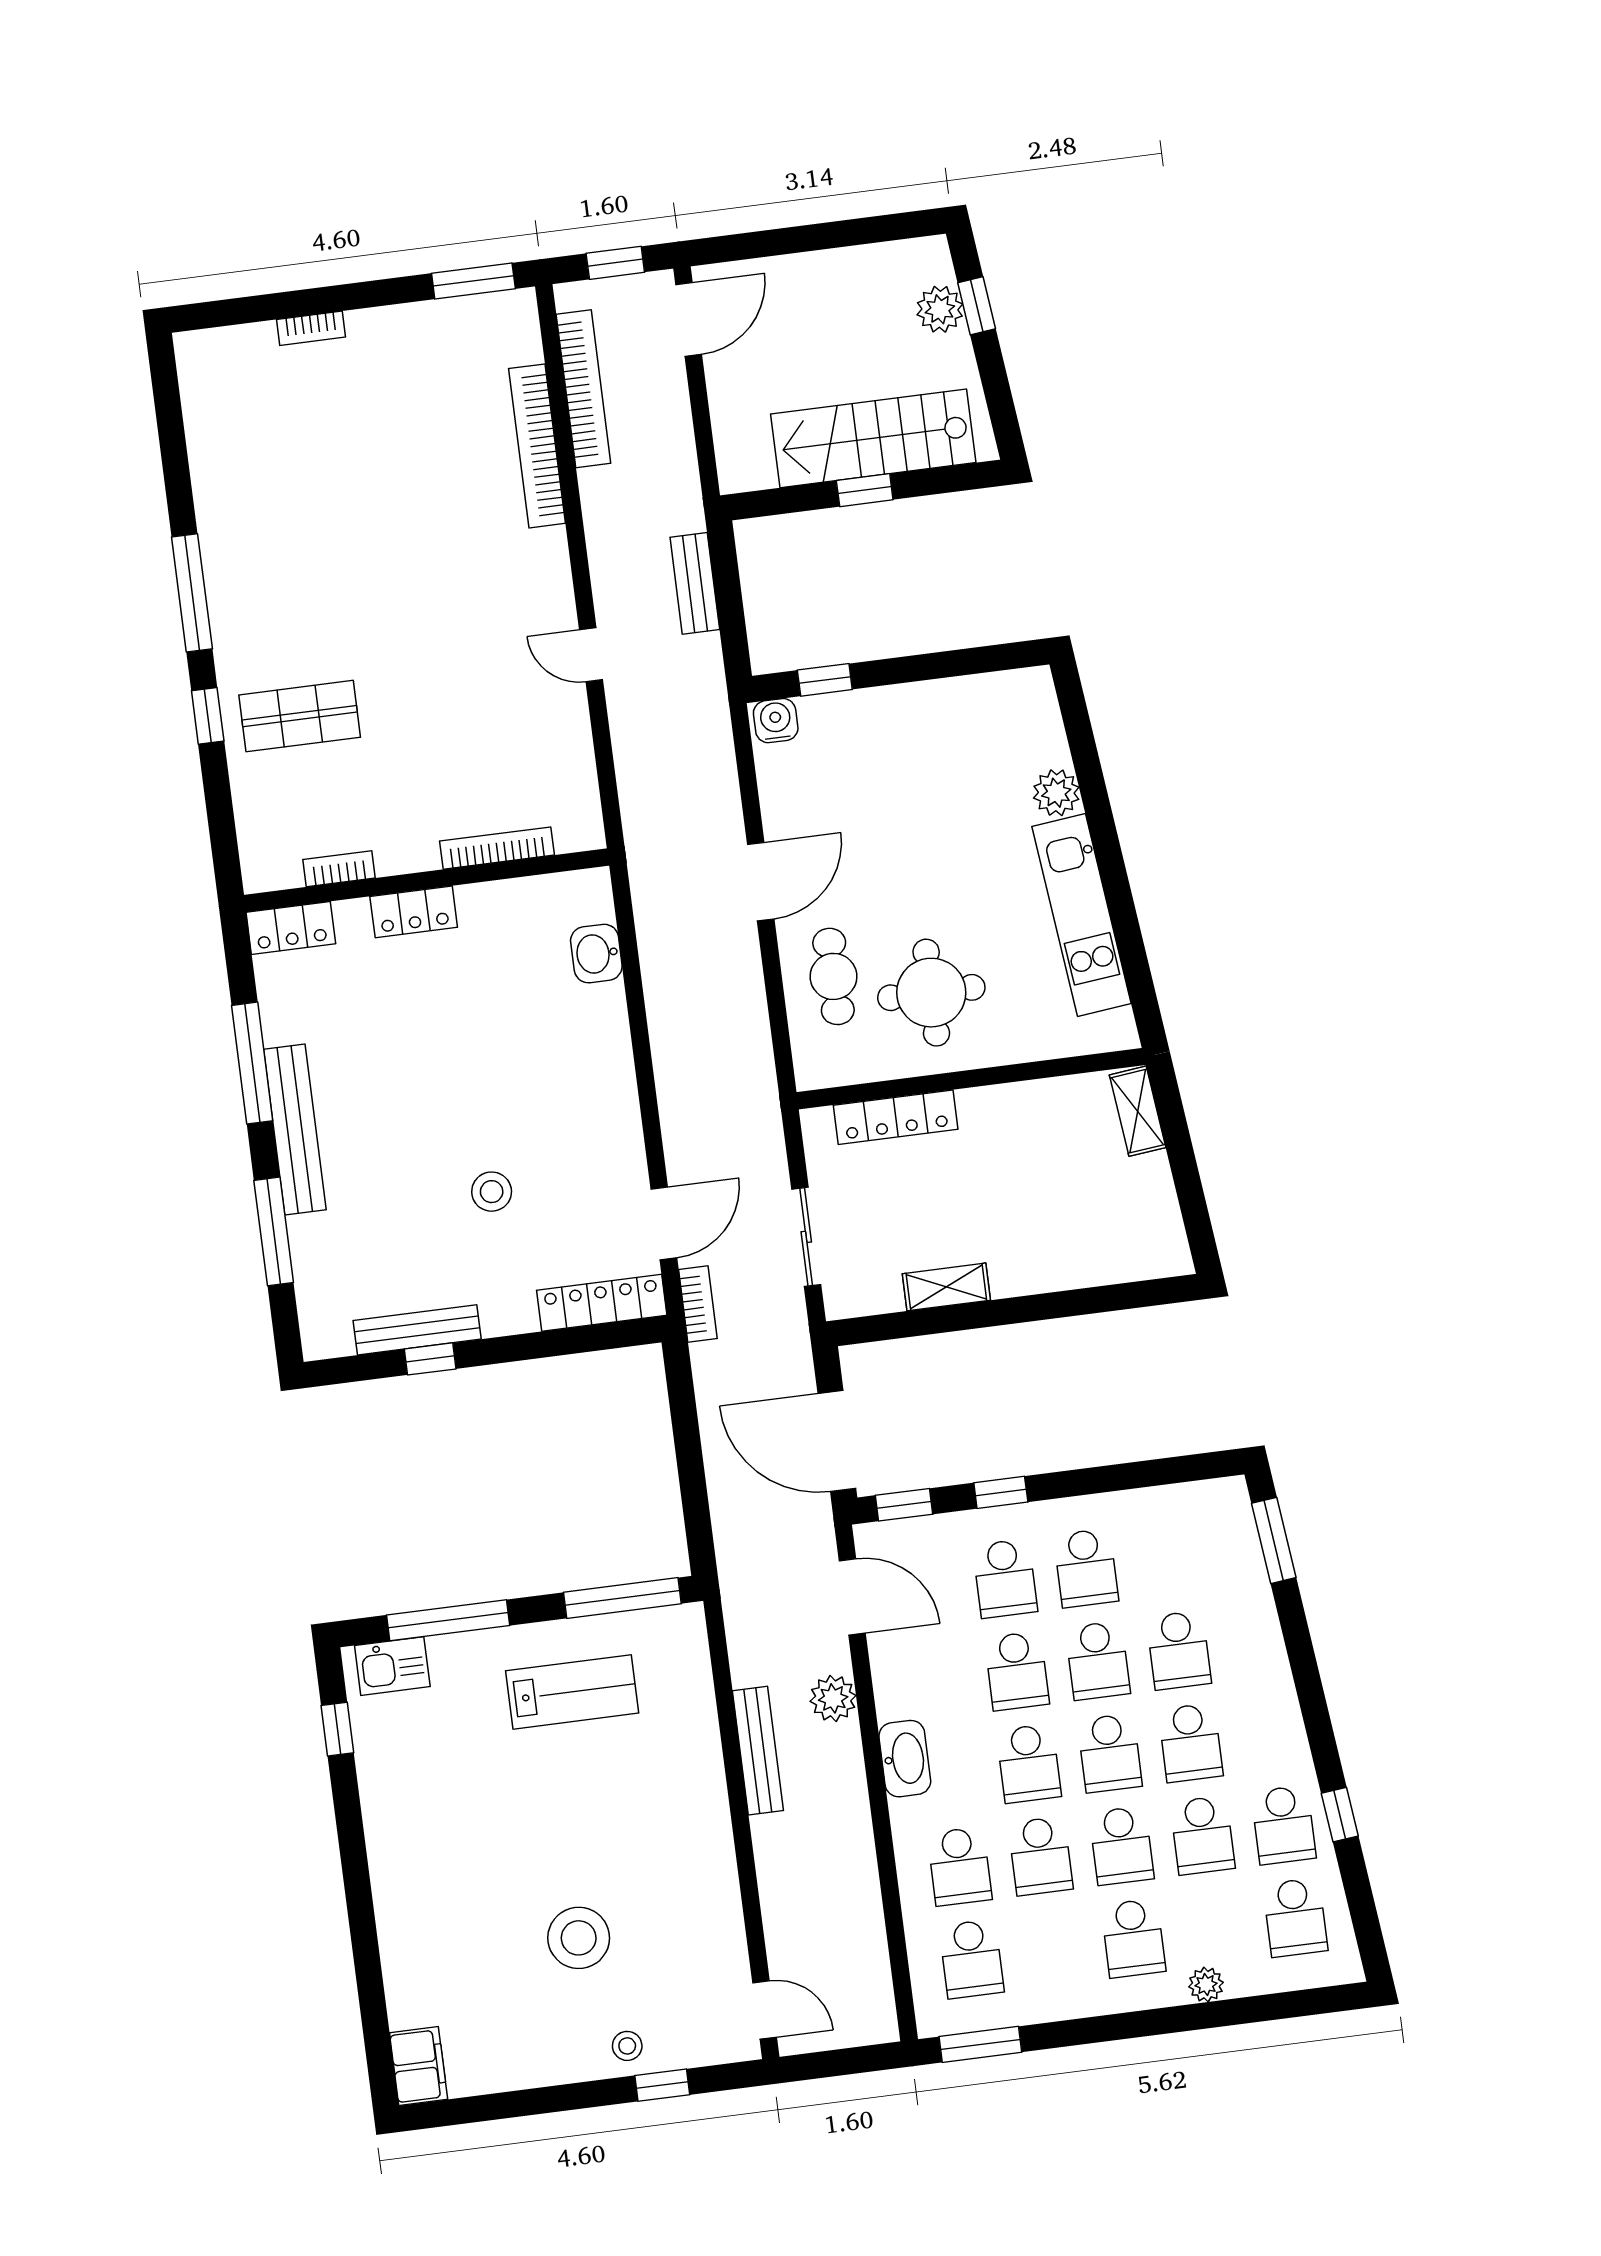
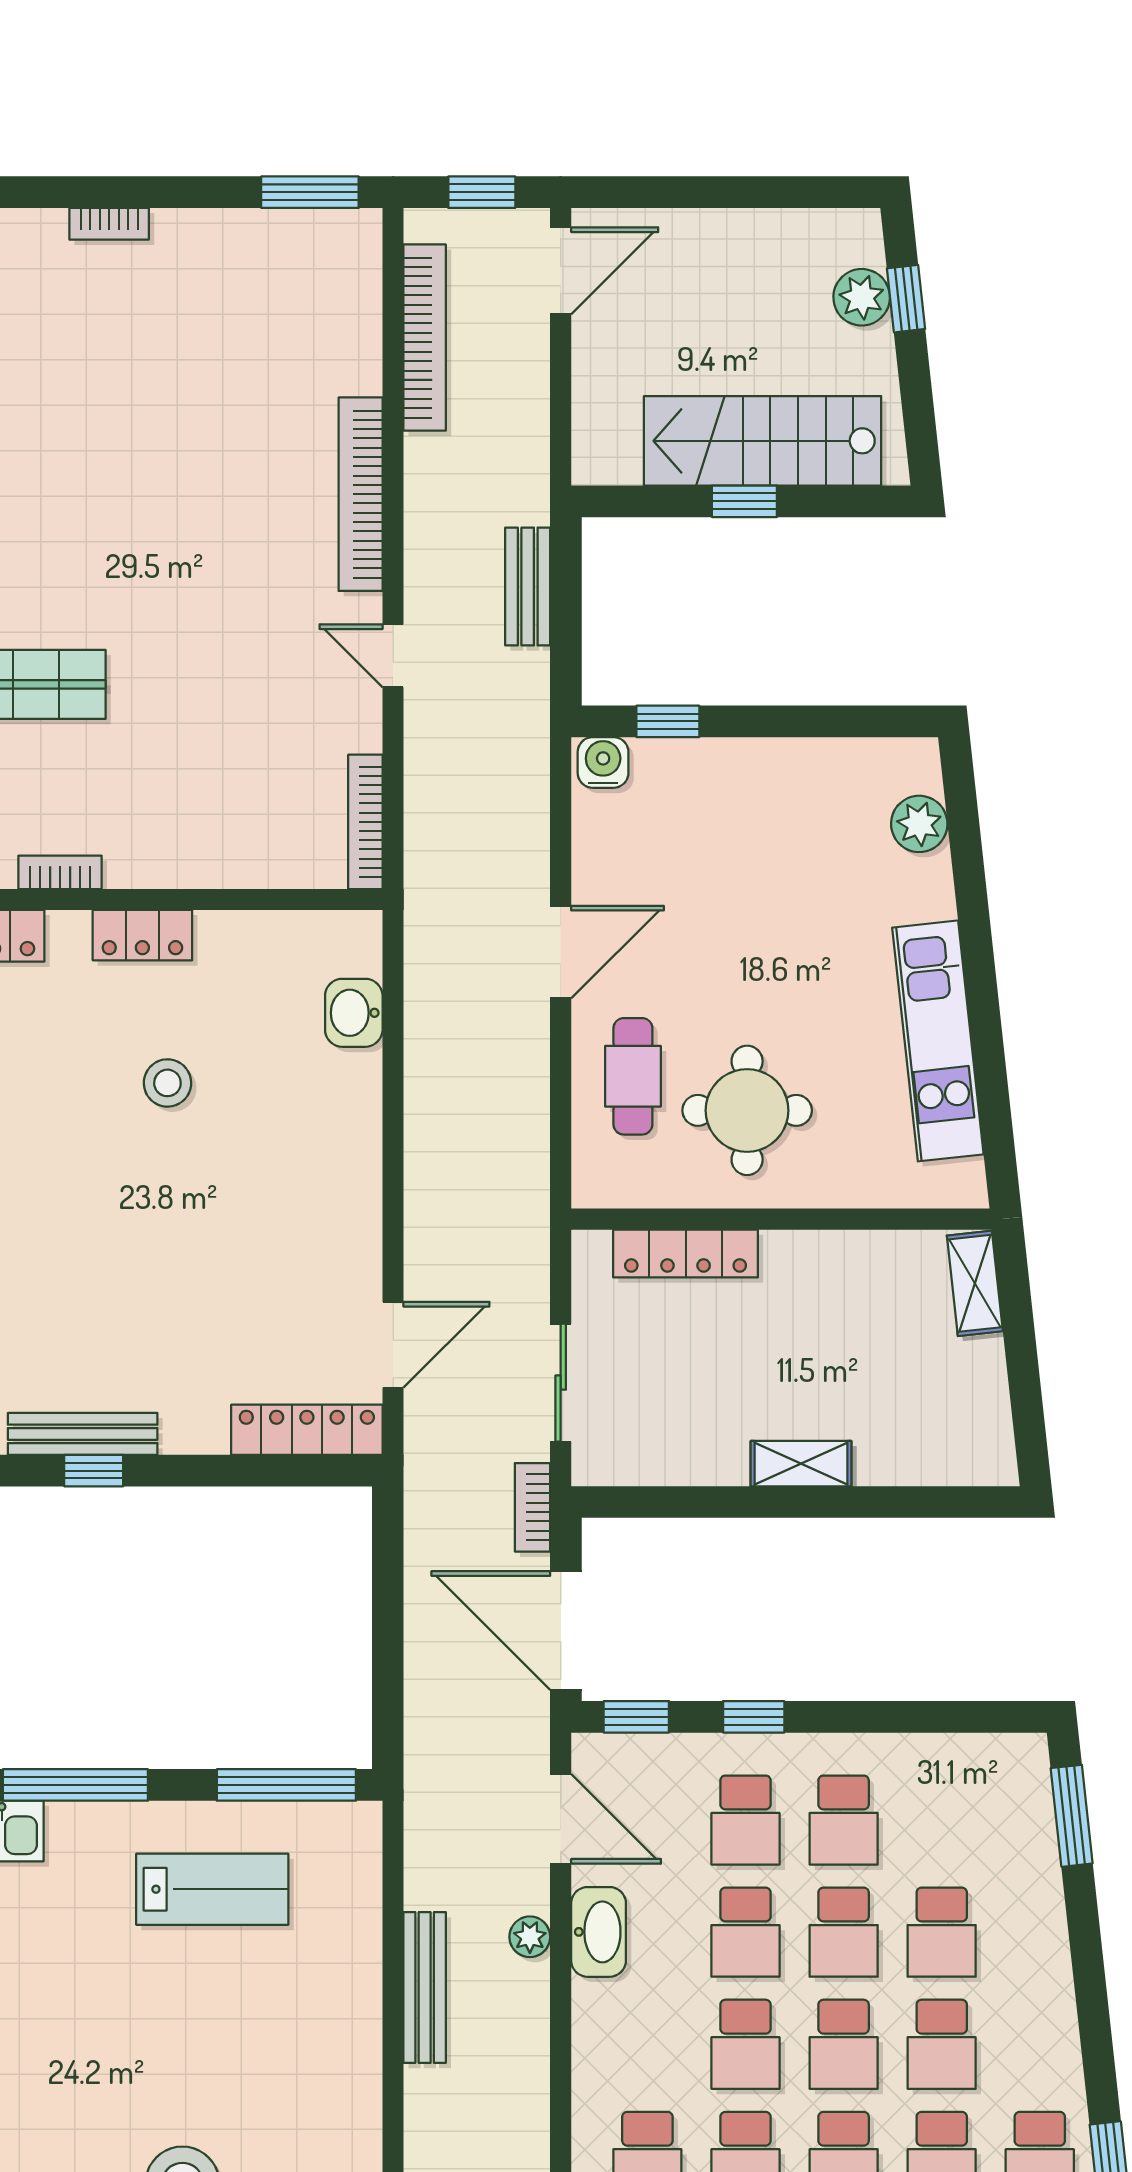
bookcase: (537, 446) -> (361, 494), moved
plant: (1056, 793) -> (919, 824), moved
bookcase: (497, 848) -> (365, 822), moved, turned -90
stool: (492, 1192) -> (167, 1083), moved
shelving: (946, 1287) -> (801, 1464), moved
bookcase: (698, 1304) -> (532, 1507), moved, turned 180
plant: (833, 1698) -> (530, 1937), width x0.73, depth x0.73
washbasin: (905, 1759) -> (599, 1932), moved

